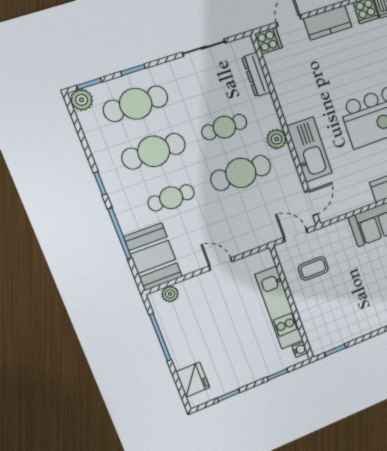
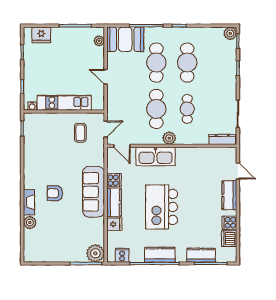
cooker: (269, 41) -> (114, 180), moved, turned -90
dresser: (256, 75) -> (222, 139), moved
cafe table: (136, 104) -> (218, 63), removed
cafe table: (171, 198) -> (156, 63), width x1.37, depth x1.35
door: (220, 264) -> (106, 77), swing flipped

